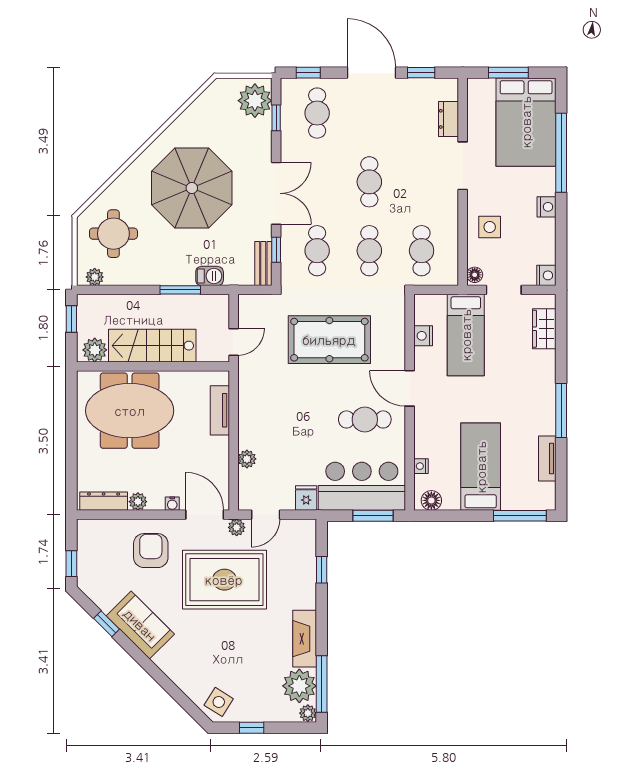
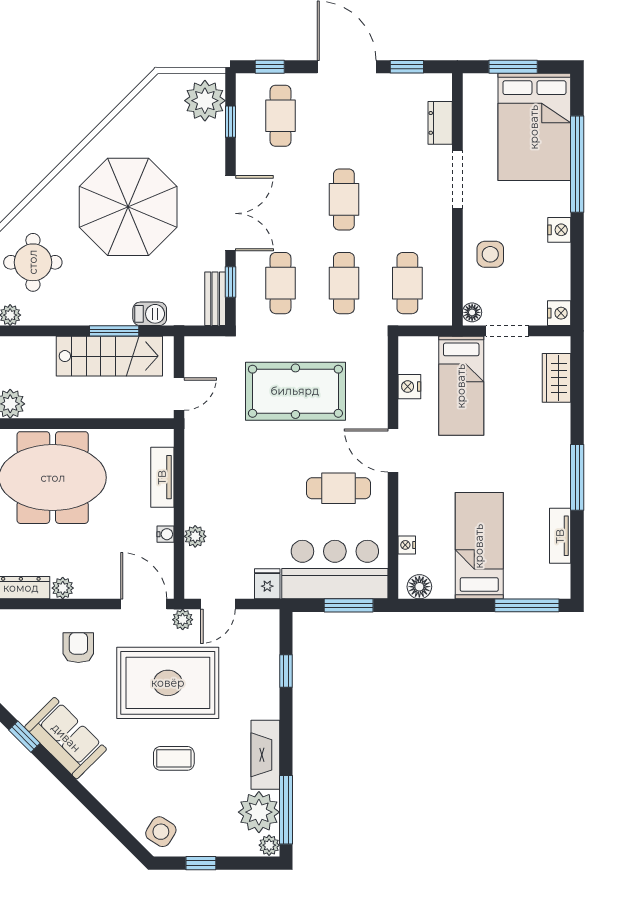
stairs: (152, 346) -> (109, 356), moved, turned 180
water cooler: (172, 504) -> (166, 534), moved, turned -90
armchair: (151, 551) -> (78, 648), width x0.72, depth x0.72
coffee table: (229, 642) -> (174, 758), added

